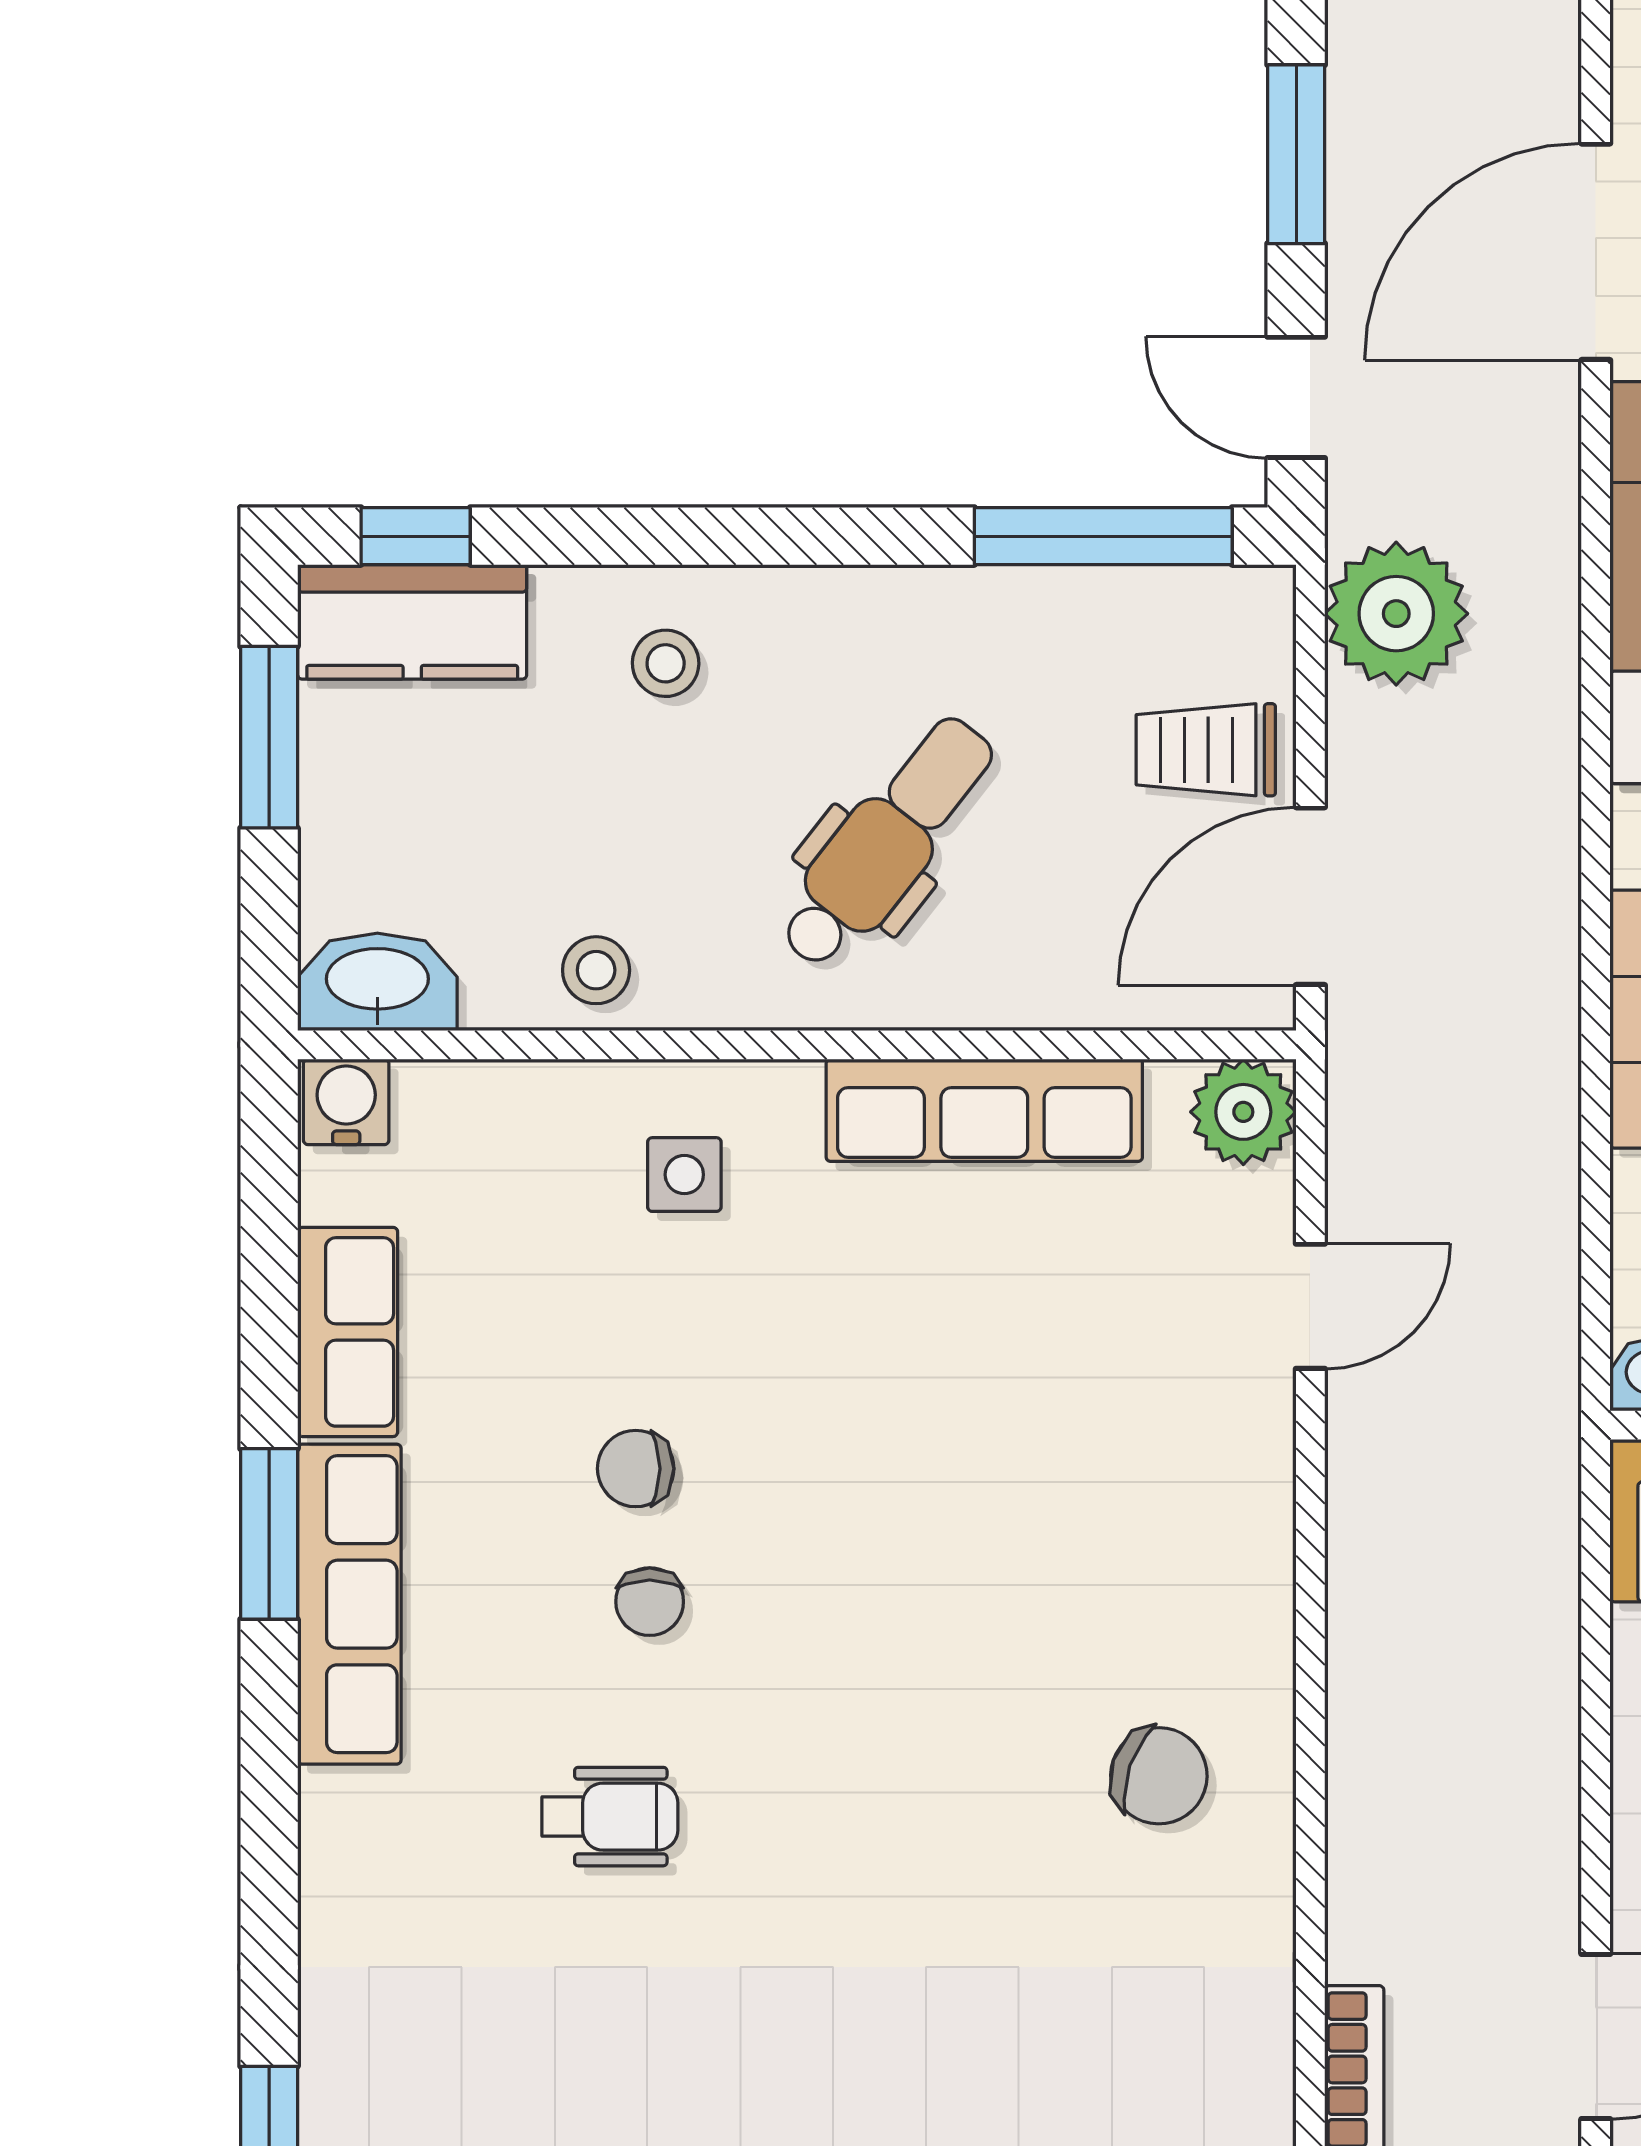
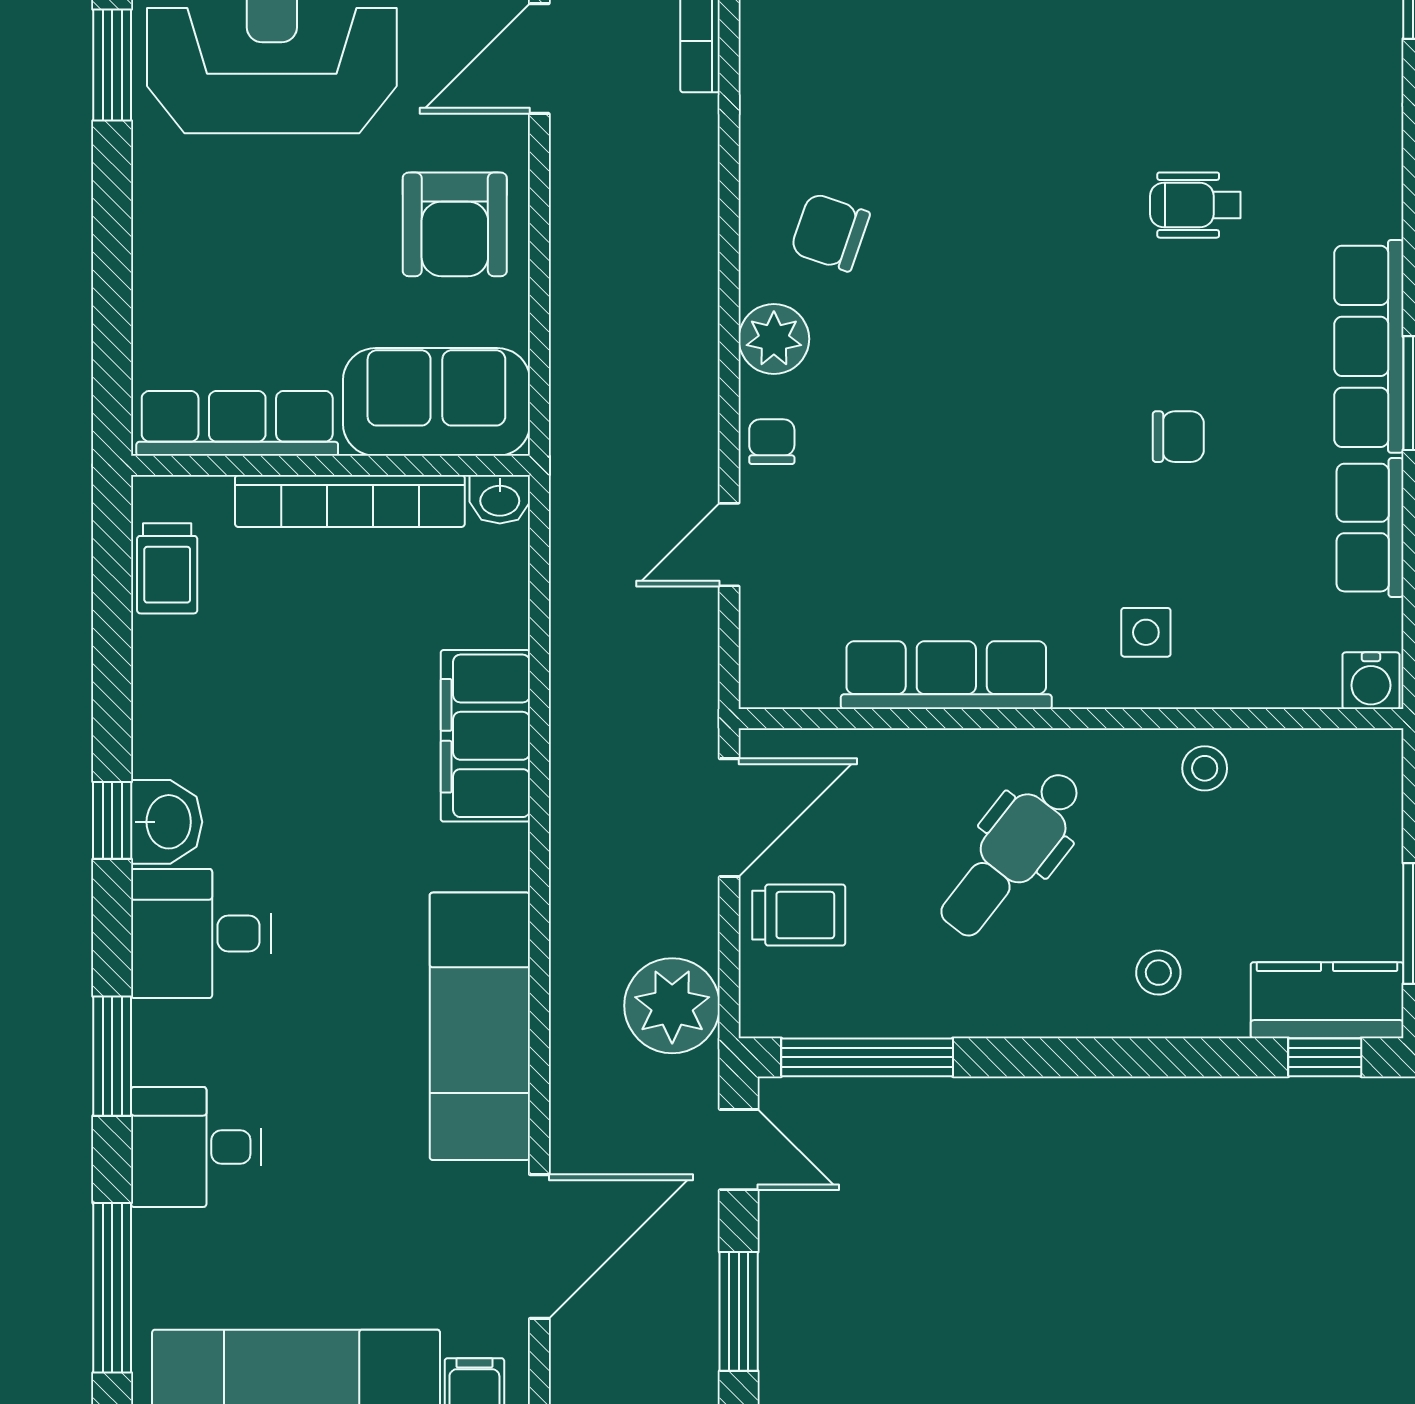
washbasin: (377, 982) -> (1350, 761), removed
plant: (1243, 1112) -> (774, 339), moved
chair: (650, 1602) -> (772, 442), moved

